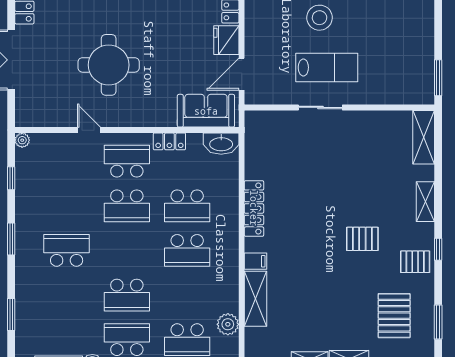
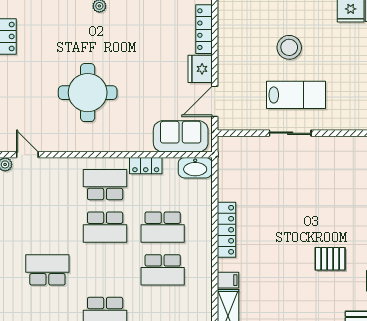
door: (89, 130) -> (27, 155), moved

